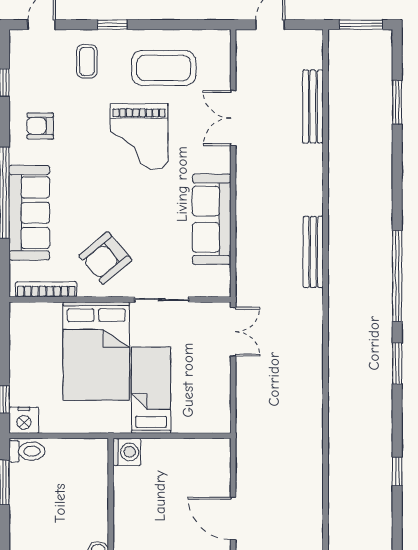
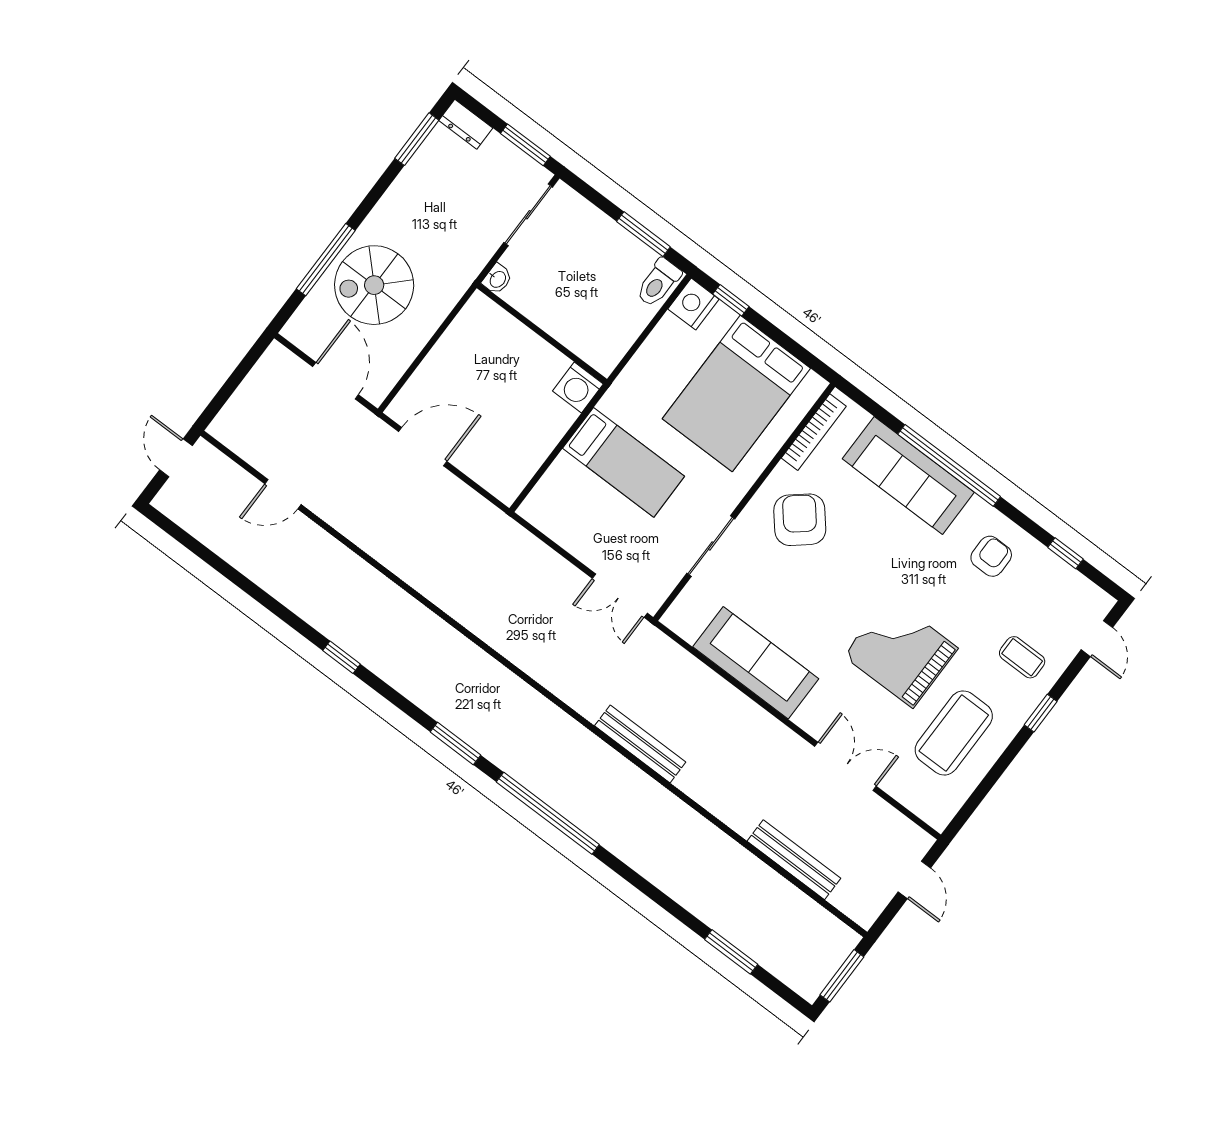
bed: (96, 351) -> (736, 394), moved, turned -90

